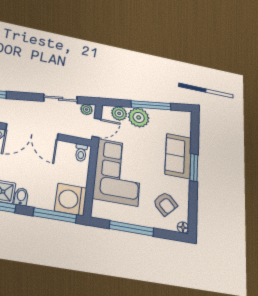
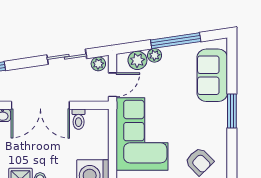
plant: (139, 117) -> (155, 55), width x0.53, depth x0.53
toilet: (81, 153) -> (79, 119), moved
sofa: (178, 156) -> (212, 75), moved

